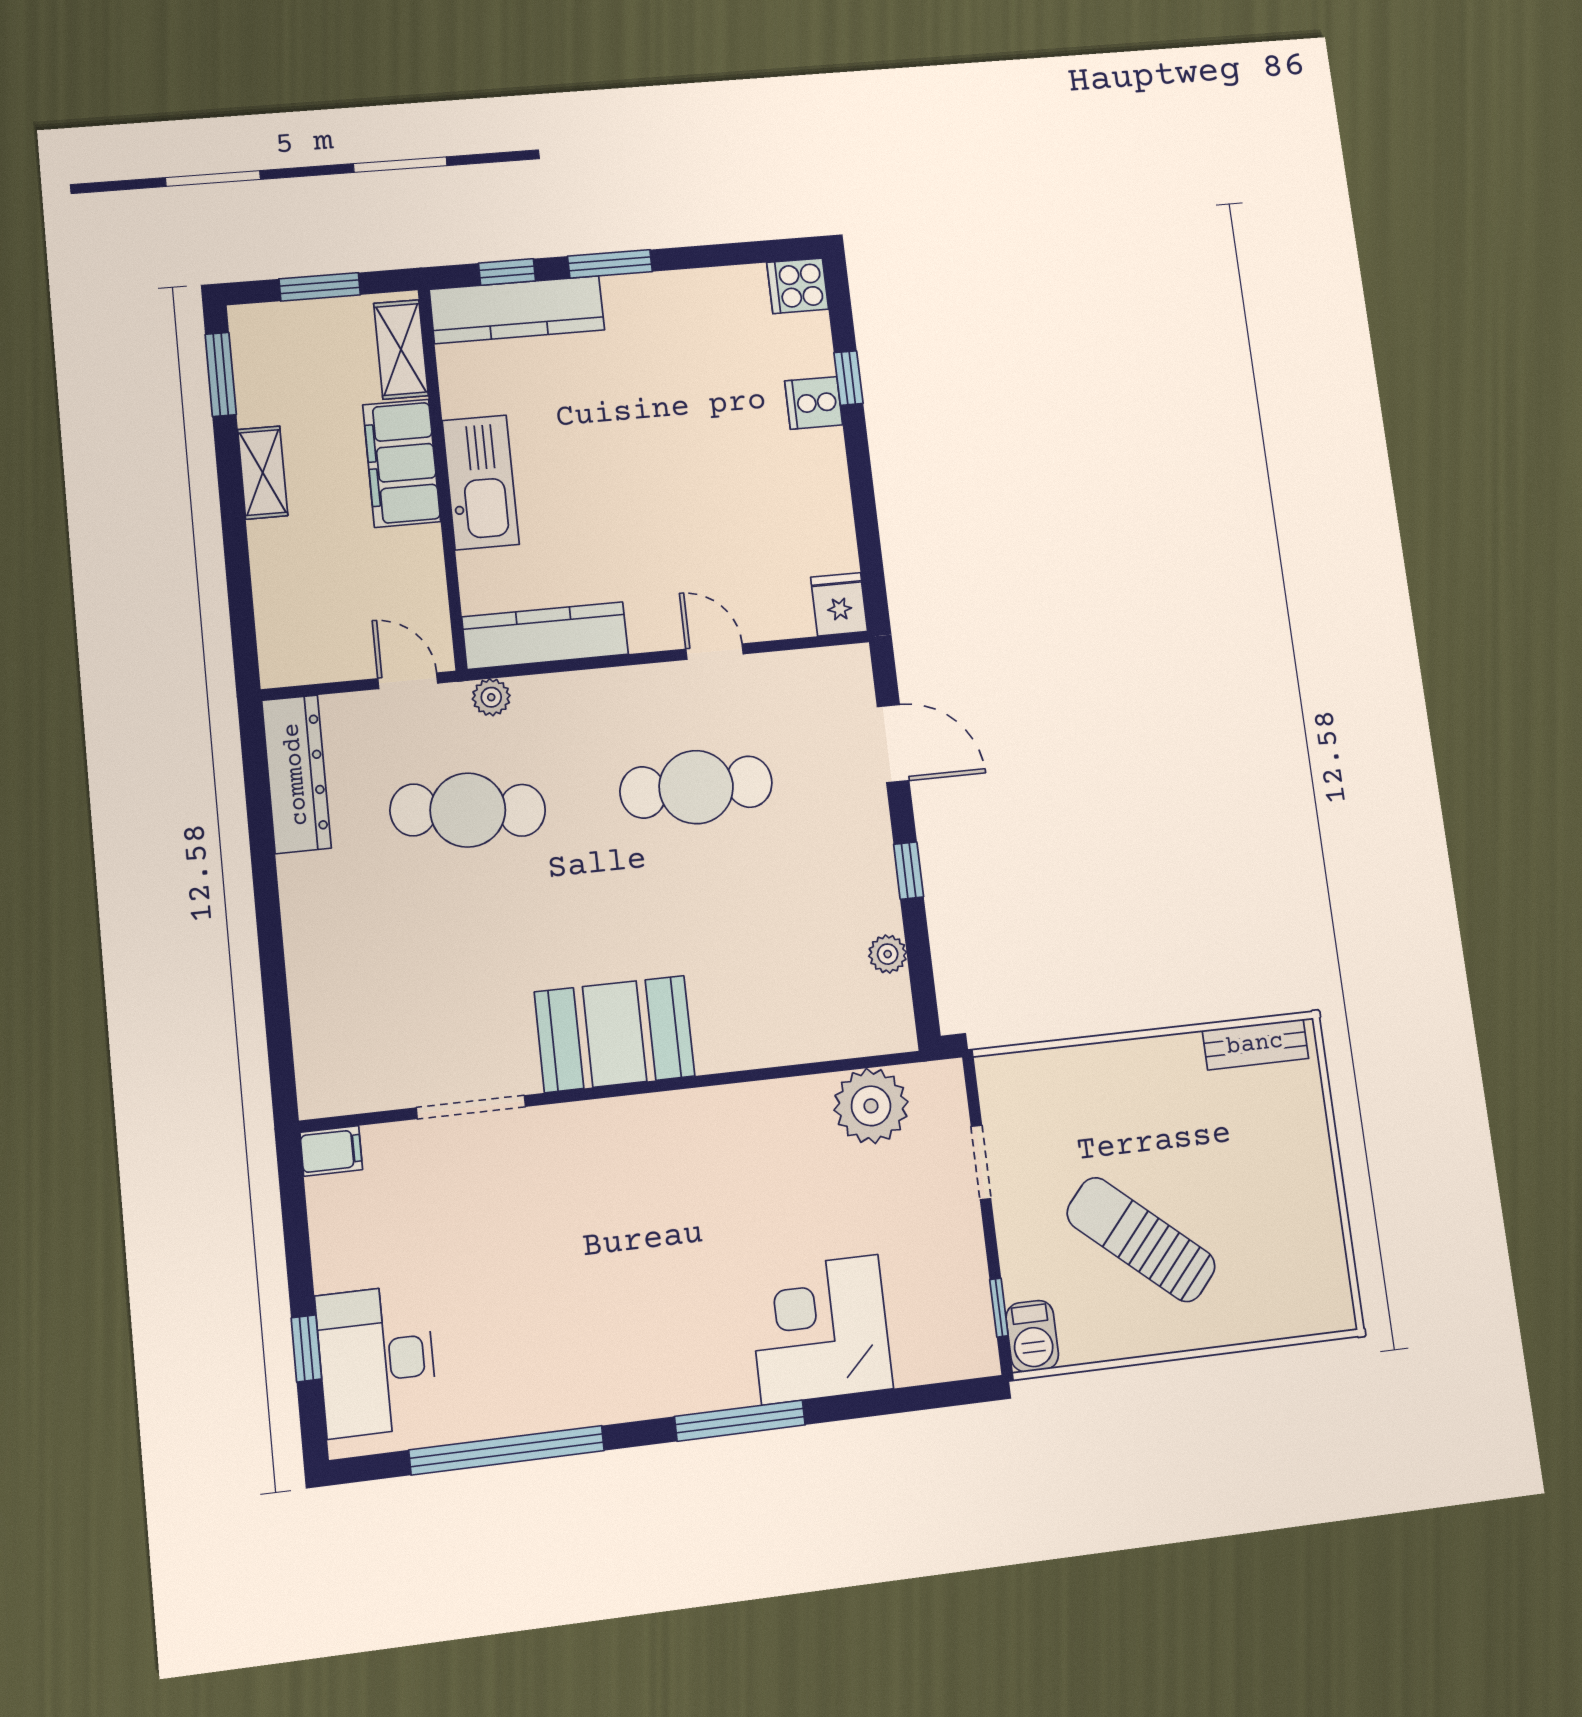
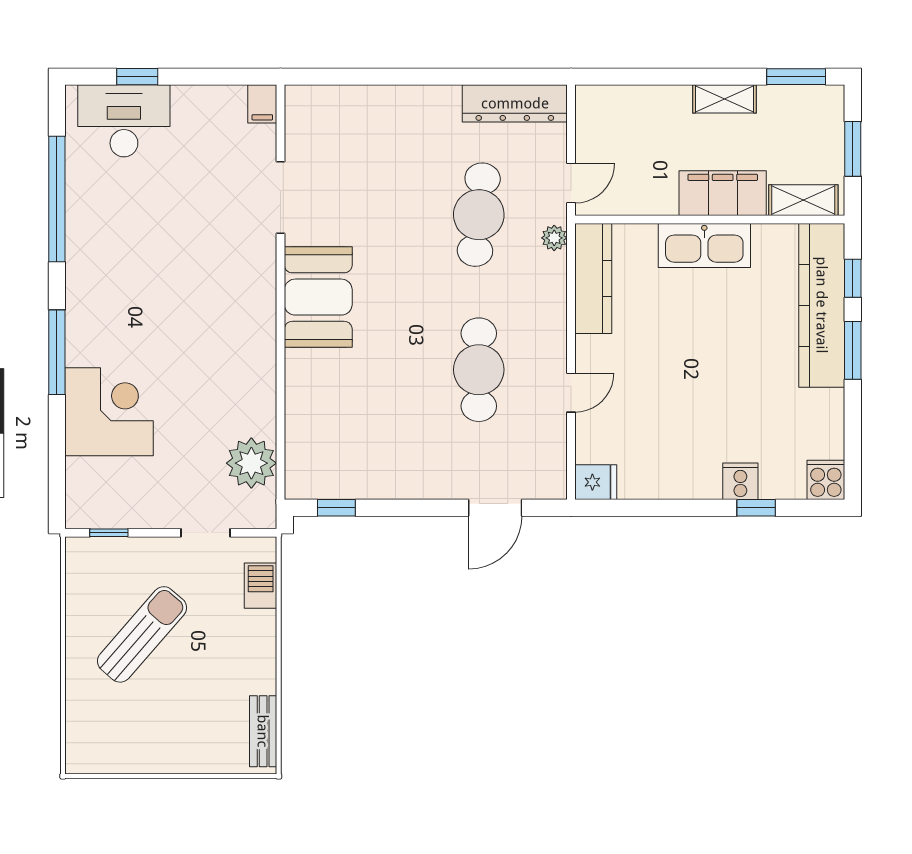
kitchen counter: (517, 310) -> (822, 305), width x1.39, depth x1.17
window: (909, 871) -> (336, 508), moved
plant: (888, 954) -> (352, 487), removed
barbecue: (1032, 1336) -> (261, 586), moved, turned 90

